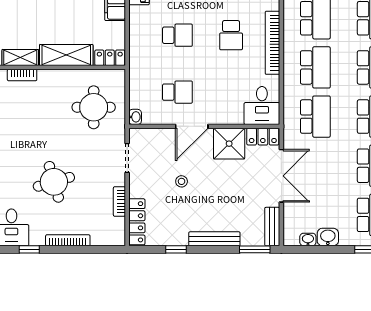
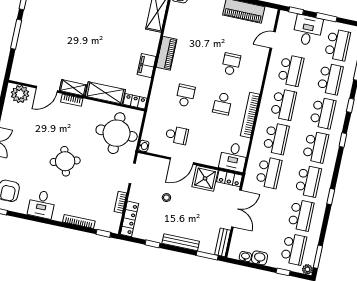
school desk: (177, 35) -> (185, 96), turned -90
round table: (94, 107) -> (117, 133), width x1.36, depth x1.36
round table: (54, 182) -> (65, 161), moved
window: (29, 249) -> (103, 233), moved

